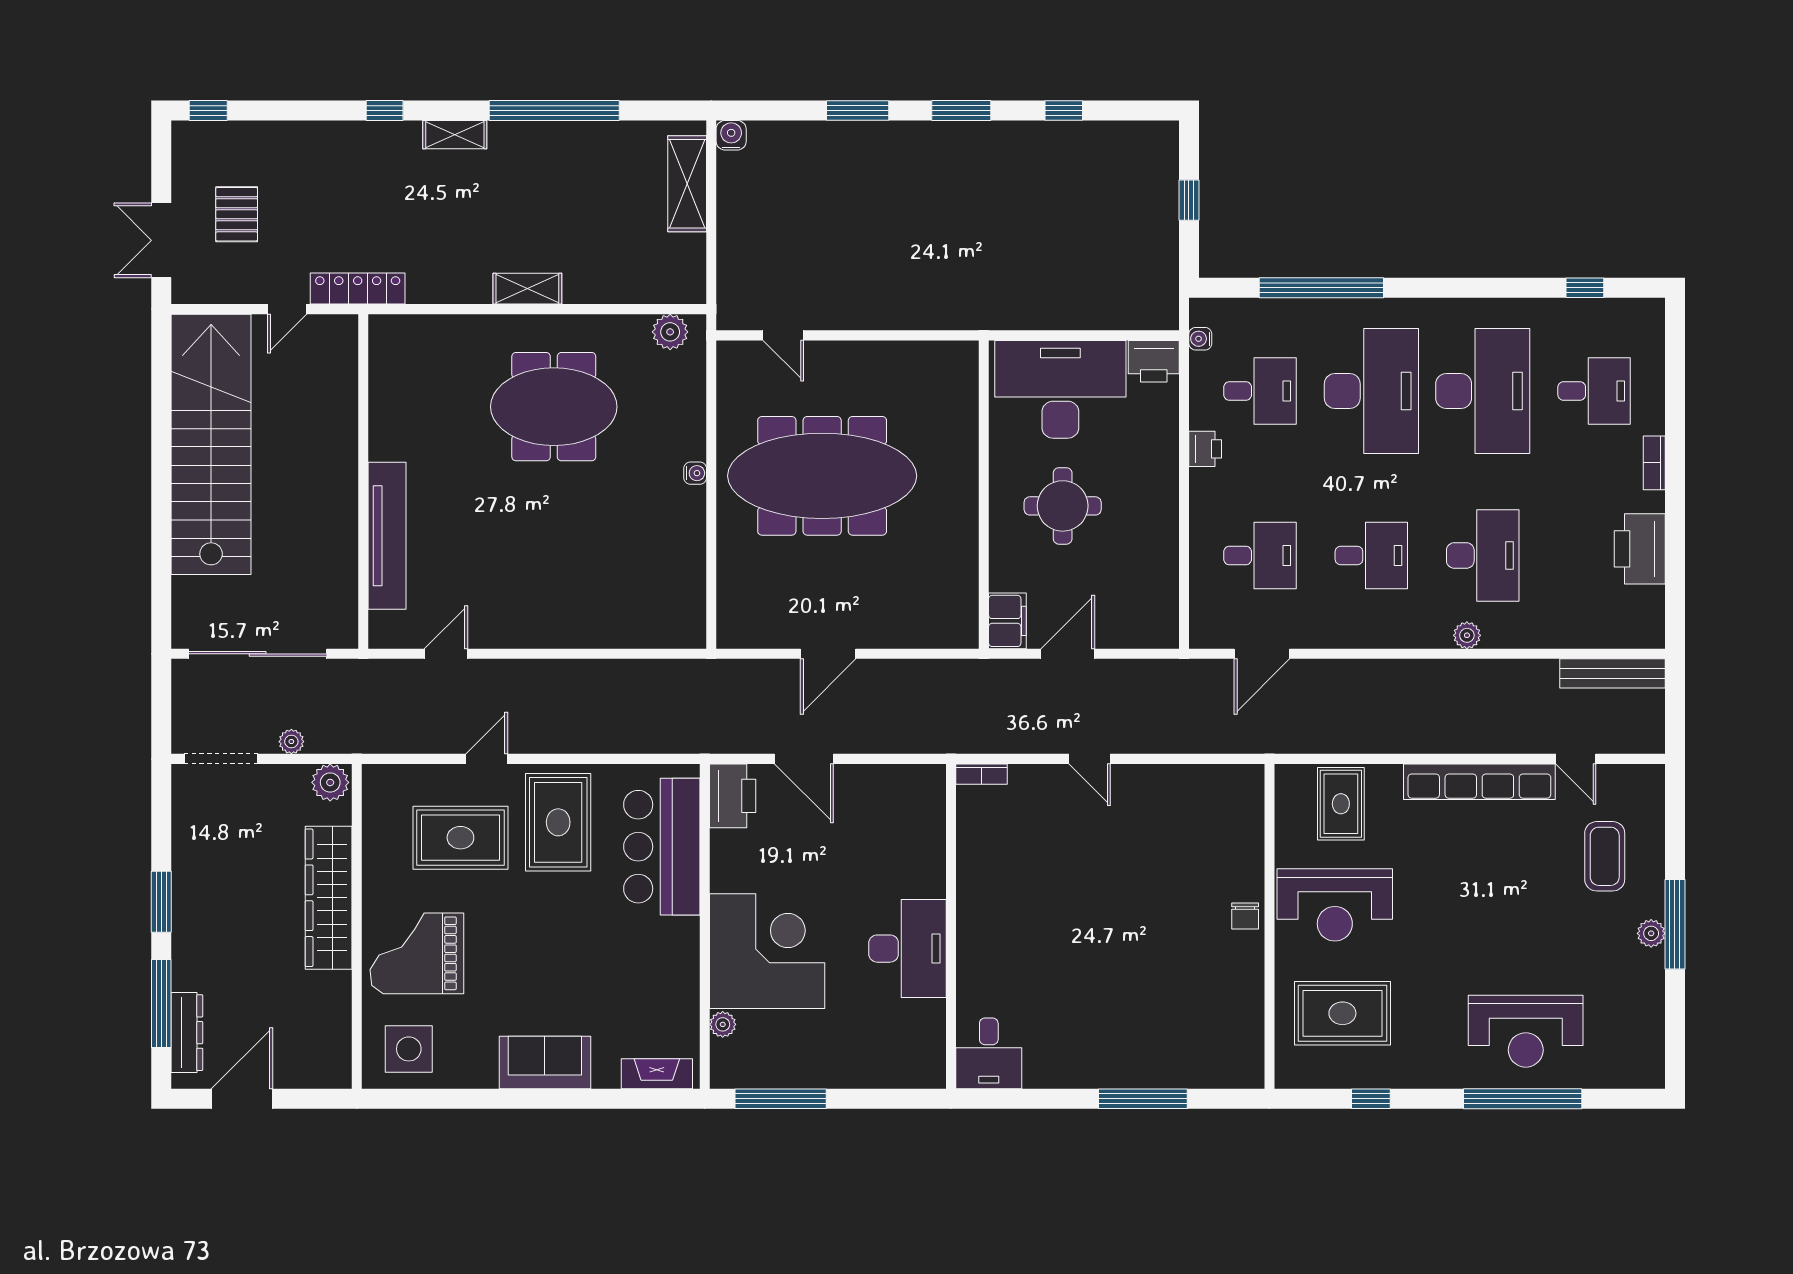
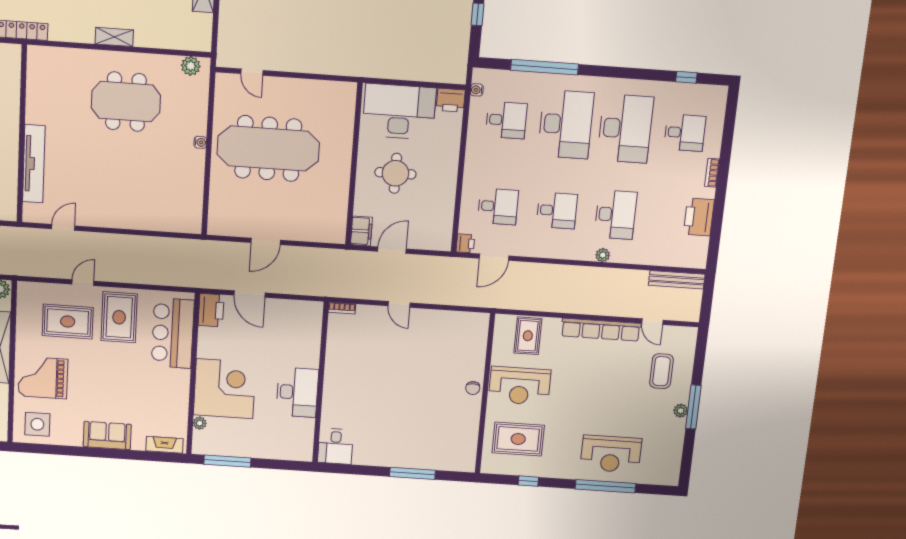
printer: (1205, 449) -> (465, 243), moved

